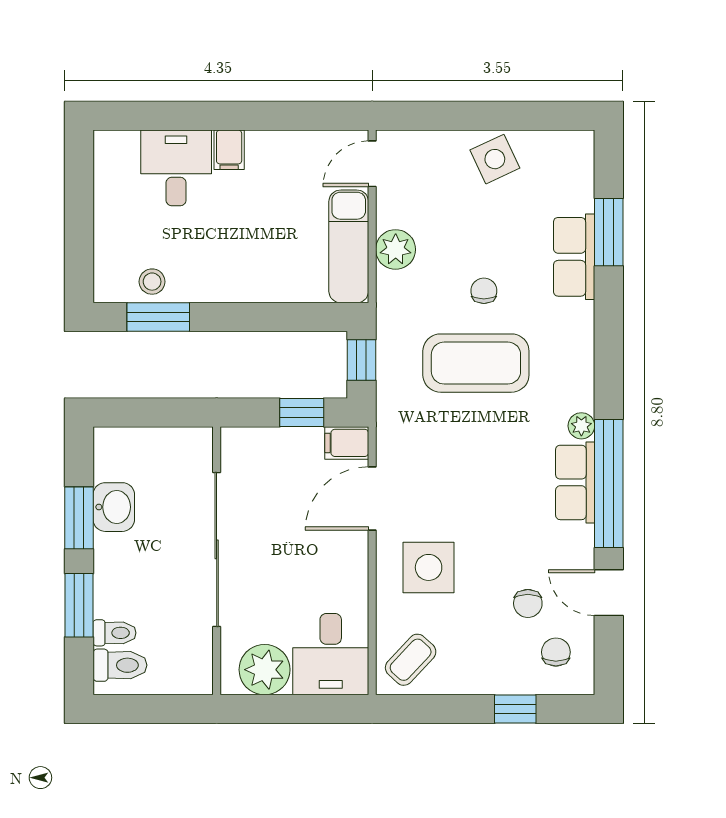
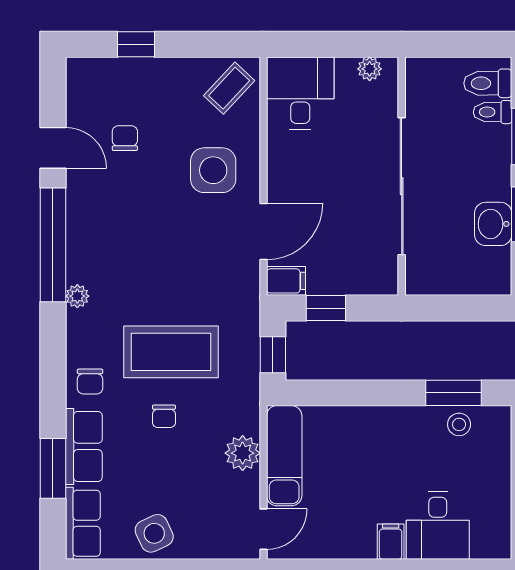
row of seats: (575, 482) -> (83, 523), moved
chair: (556, 652) -> (90, 381), moved
plant: (265, 670) -> (370, 69), width x0.53, depth x0.53

